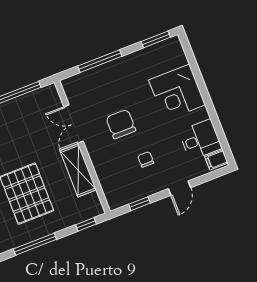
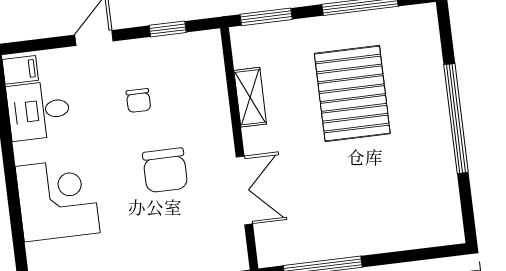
shelving: (78, 170) -> (250, 97), width x0.67, depth x0.75
window: (86, 224) -> (266, 17), width x1.50

